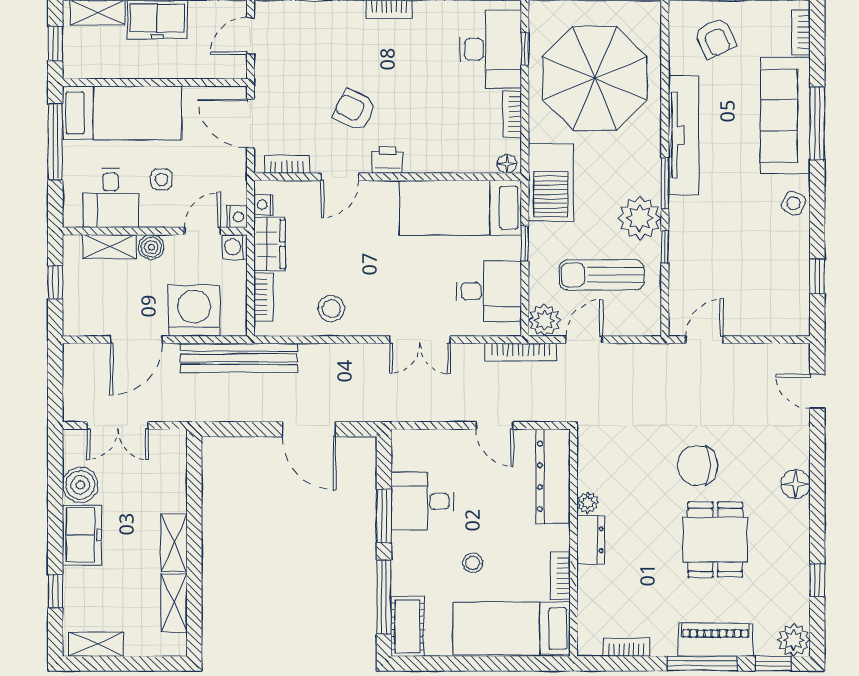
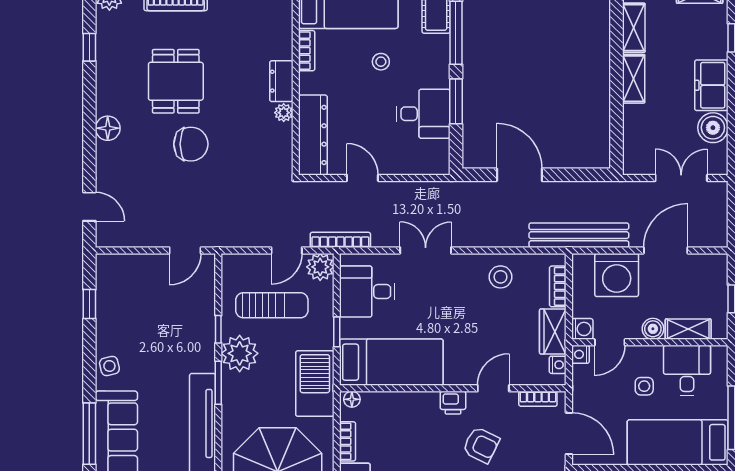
side table: (794, 203) -> (109, 366), turned -38

